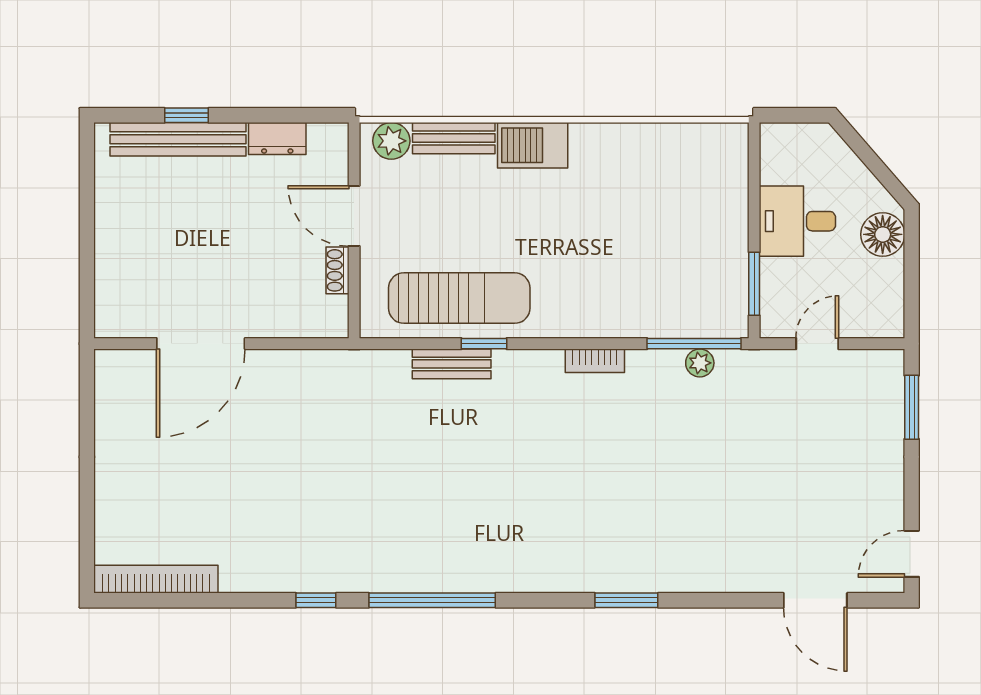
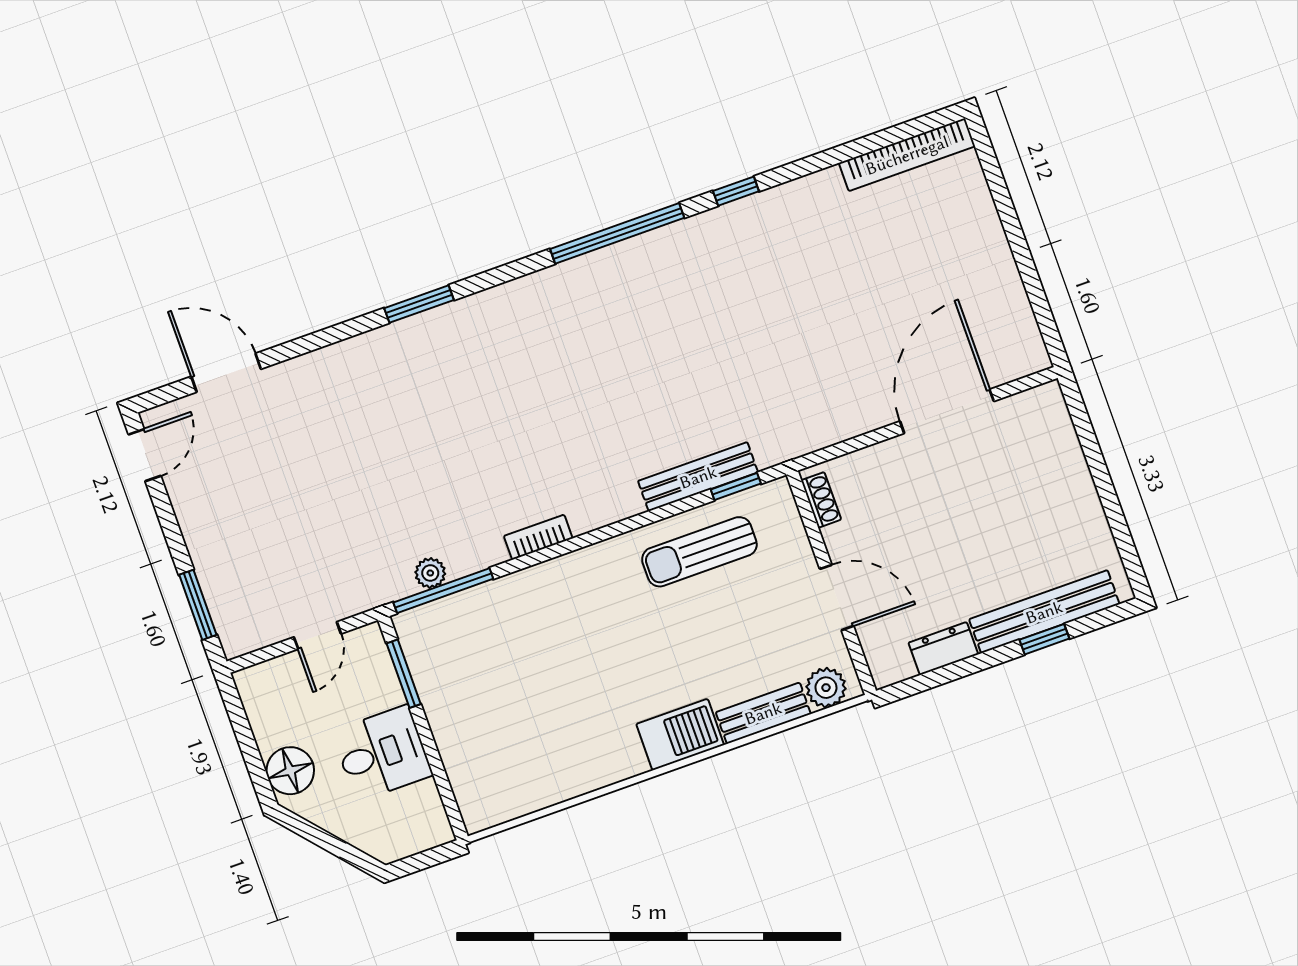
shoe rack: (337, 270) -> (821, 500), moved
sun lounger: (459, 298) -> (699, 552), width x0.73, depth x0.75
window: (484, 344) -> (736, 486), moved
bench: (452, 364) -> (698, 477), width x1.36

